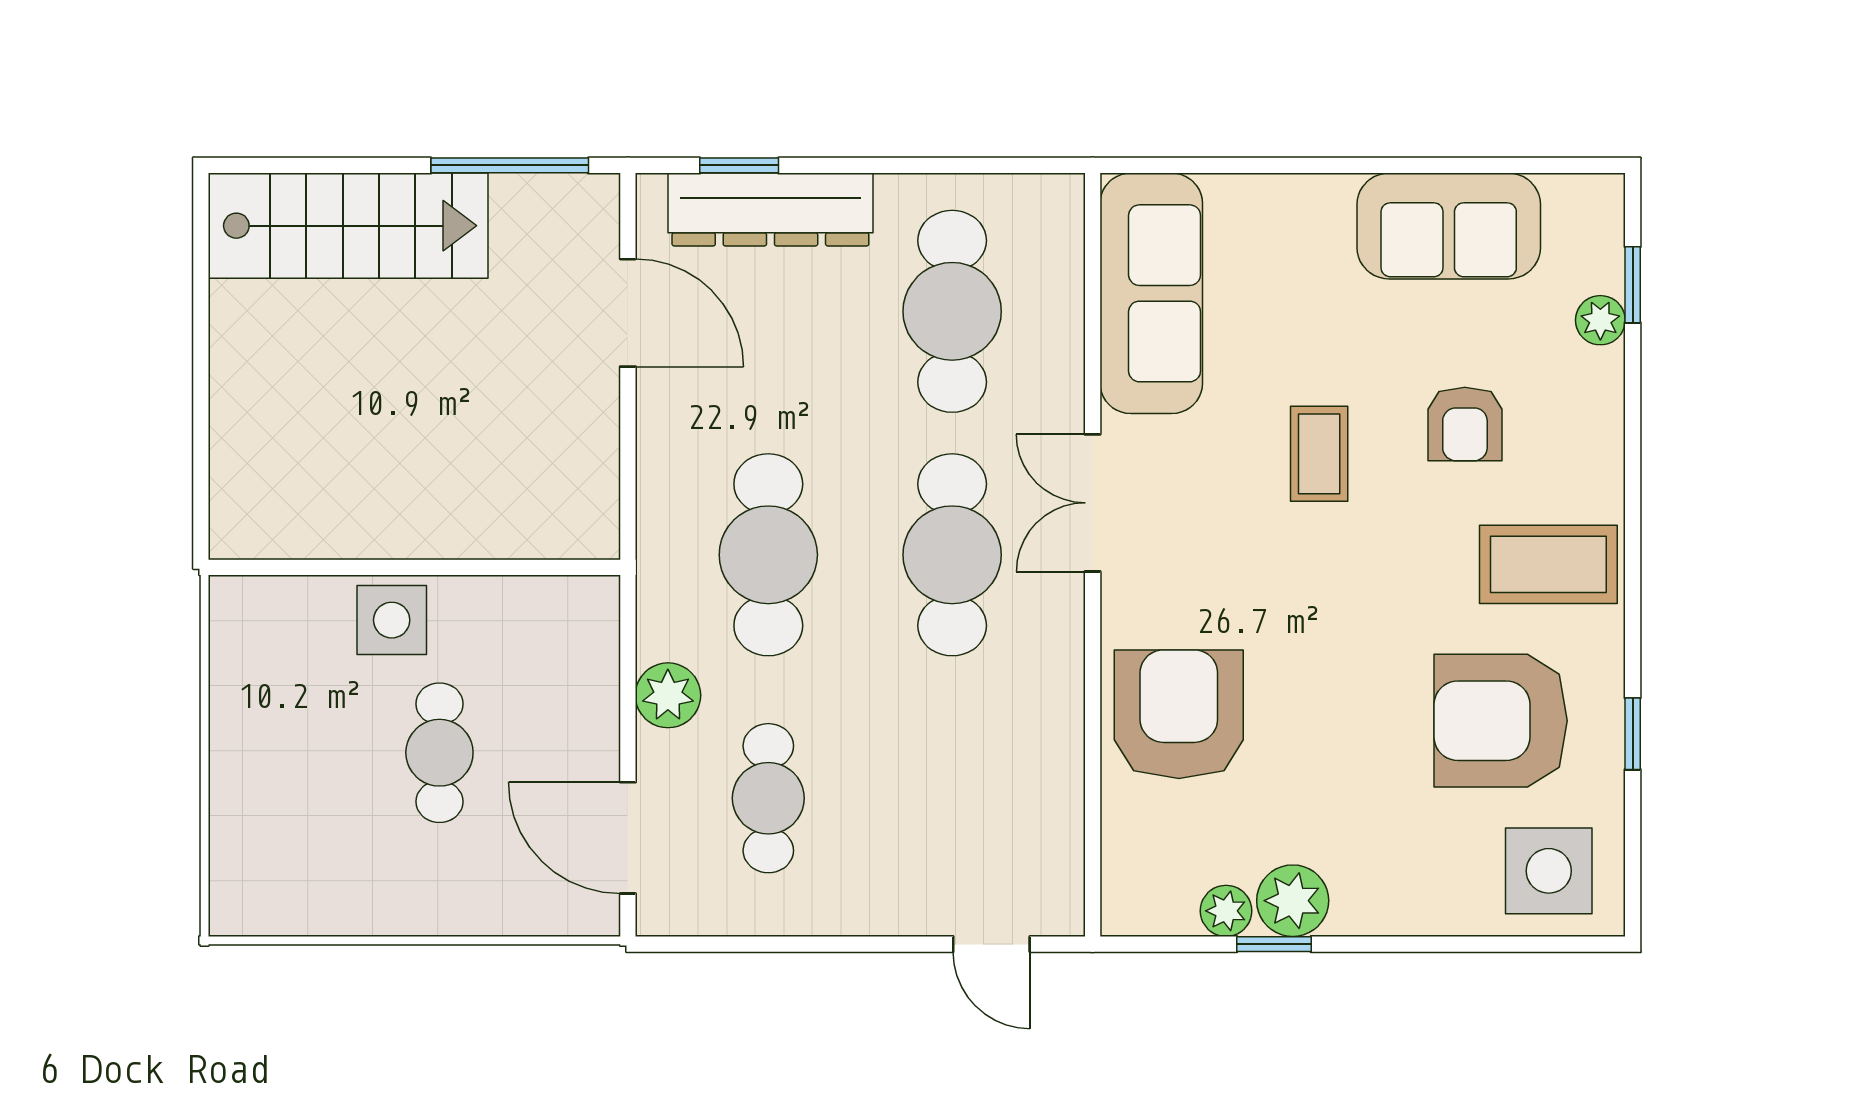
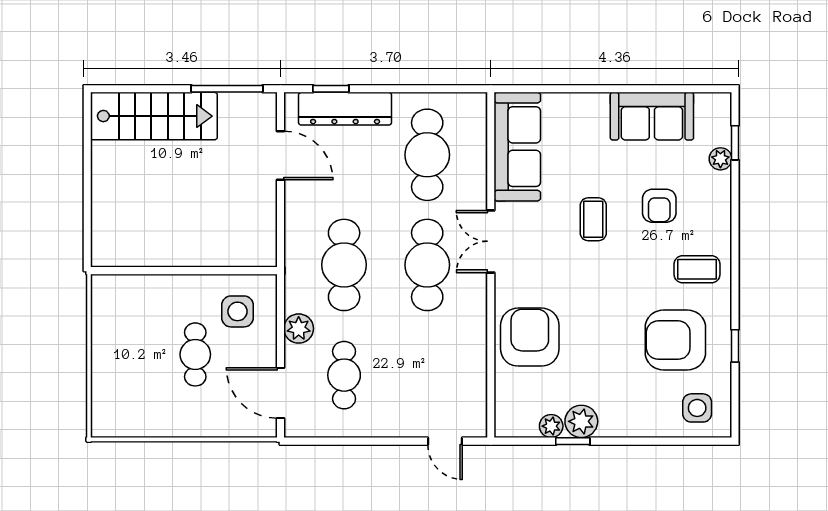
coffee table: (1548, 564) -> (697, 269), width x0.73, depth x0.77
side table: (392, 620) -> (237, 311), moved
side table: (1549, 871) -> (697, 408), width x0.73, depth x0.73

